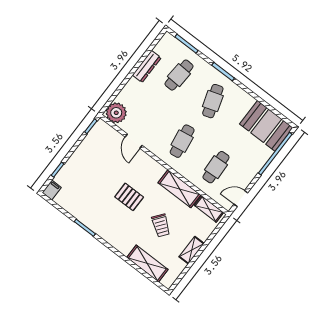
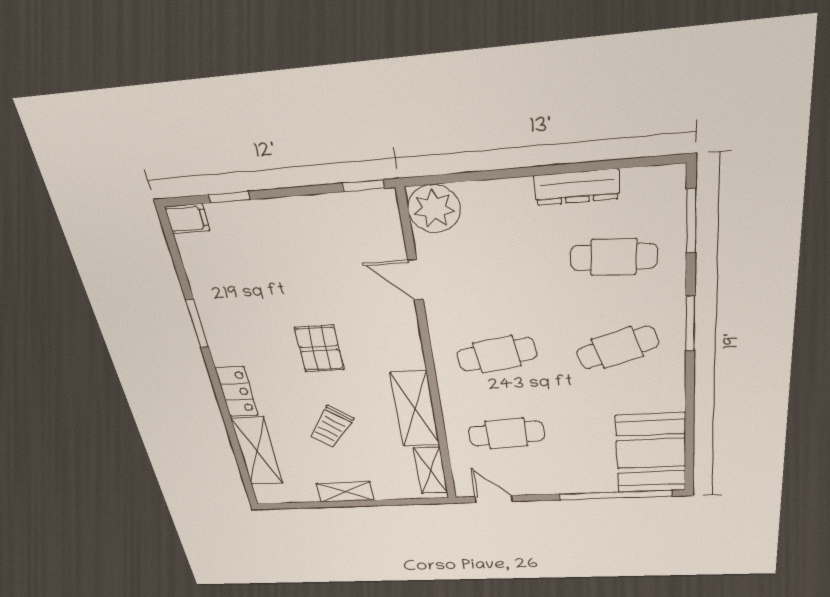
door: (134, 141) -> (416, 280), hinge flipped
locker: (119, 243) -> (237, 392), added

